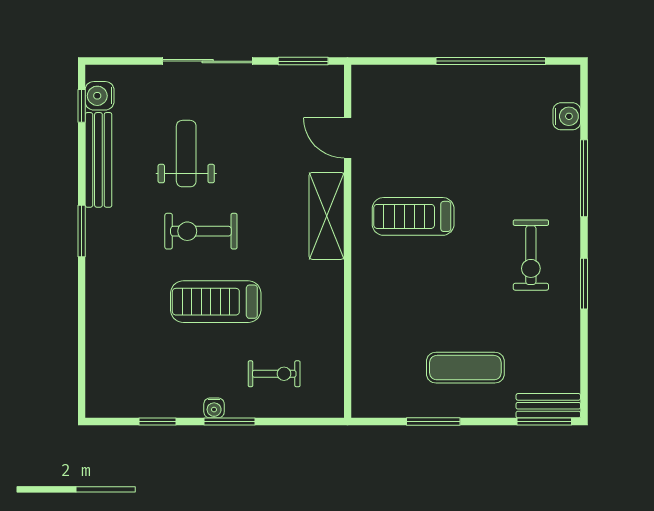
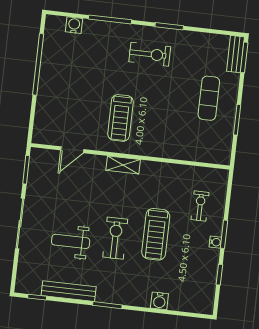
water cooler: (100, 96) -> (159, 301), moved
shelving: (327, 216) -> (123, 165), width x0.67, depth x0.75
exercise bike: (201, 231) -> (115, 238), turned 180

